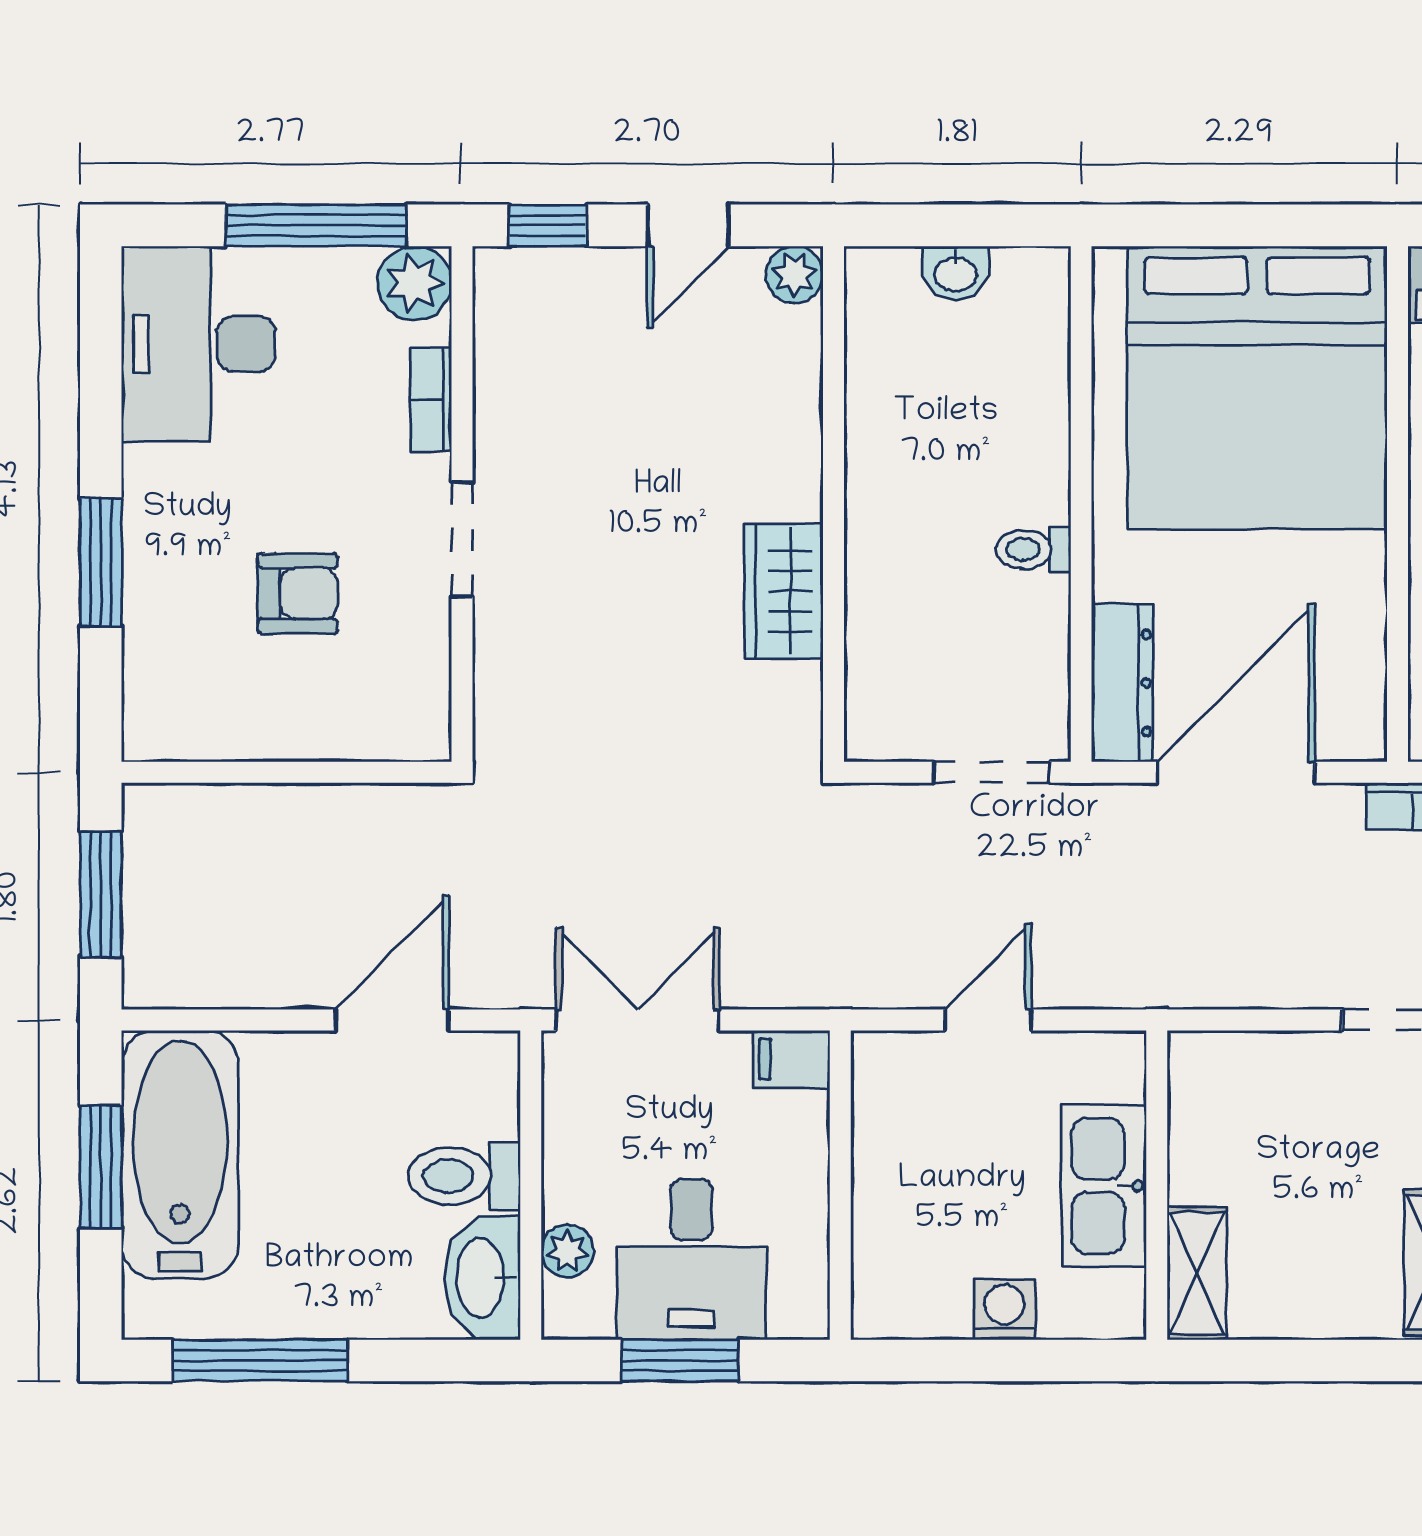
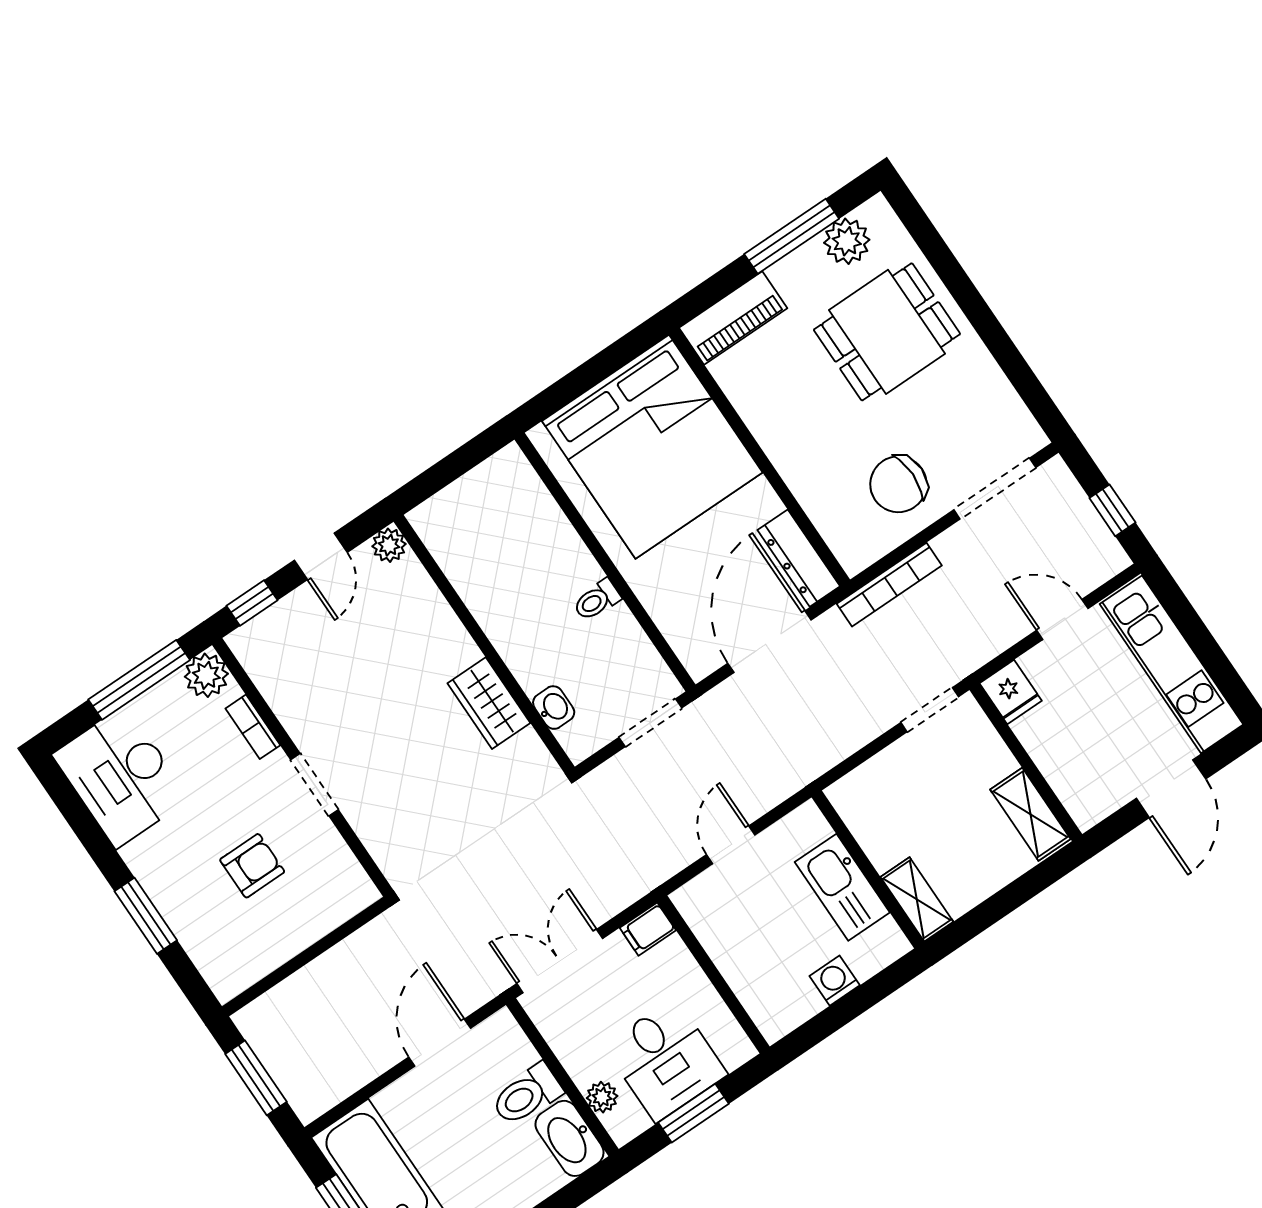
washbasin: (956, 273) -> (554, 708), moved, turned -90
dresser: (1122, 683) -> (799, 558), moved, turned 180

